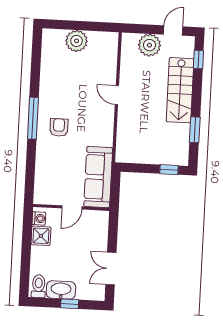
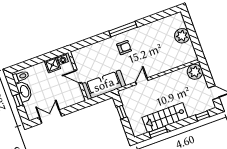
plant: (149, 45) -> (195, 72), moved
stairs: (180, 90) -> (165, 118), moved
door: (117, 95) -> (142, 81), moved
window: (169, 170) -> (122, 112), moved

